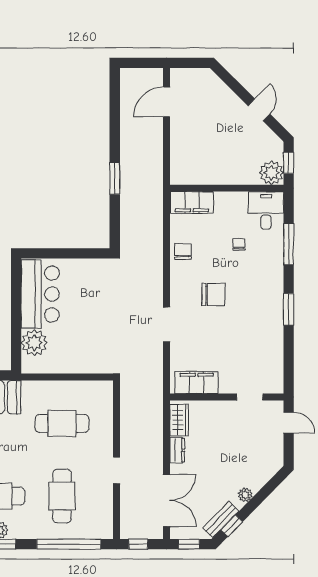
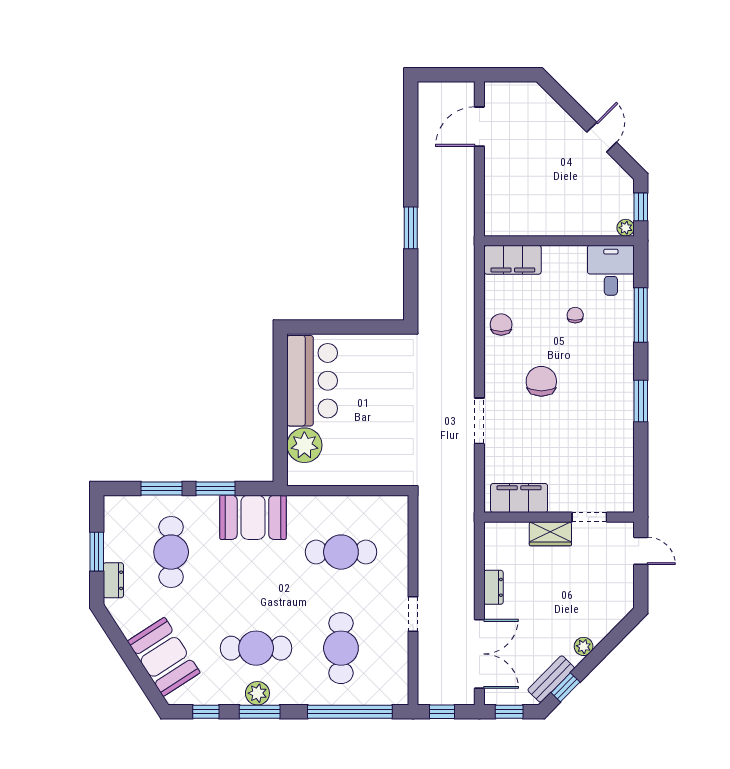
plant: (271, 173) -> (626, 228), width x0.53, depth x0.53
chair: (213, 294) -> (541, 381), turned -90
wardrobe: (179, 420) -> (550, 534), moved, turned 90

